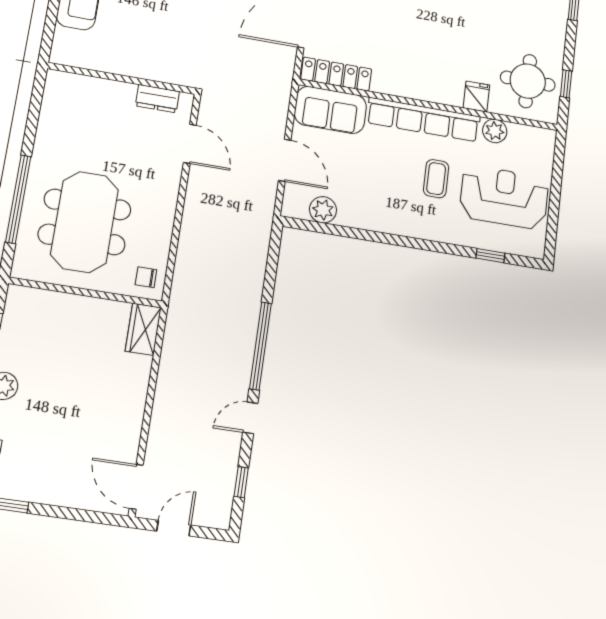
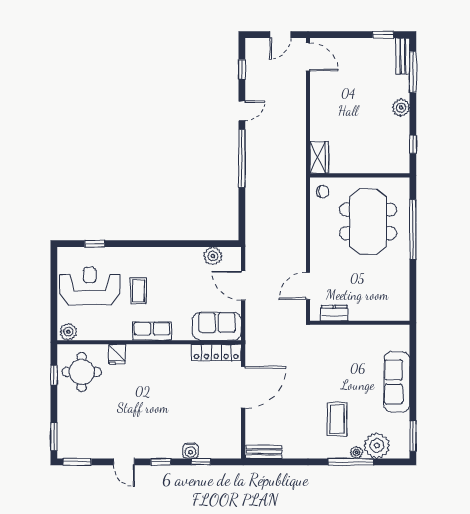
row of seats: (423, 120) -> (152, 331), width x0.50
plant: (495, 131) -> (68, 332), moved
door: (190, 144) -> (308, 286), hinge flipped
reception desk: (504, 197) -> (90, 286), turned 180

